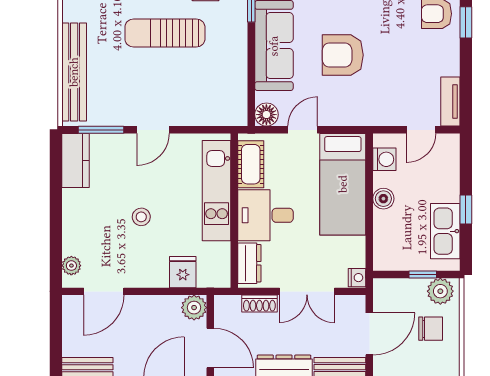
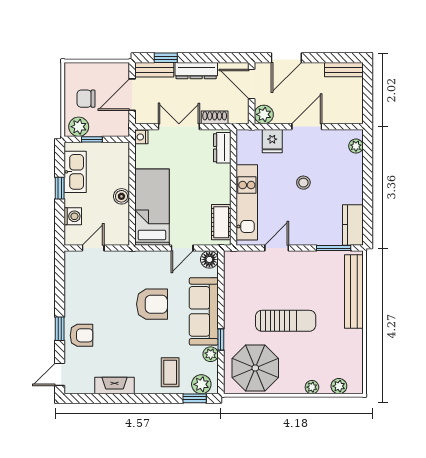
tv unit: (450, 102) -> (71, 269), removed
door: (153, 130) -> (277, 248), moved
washing machine: (384, 159) -> (73, 216), moved, turned 180
desk: (266, 215) -> (210, 184), removed
door: (104, 291) -> (307, 127), moved

